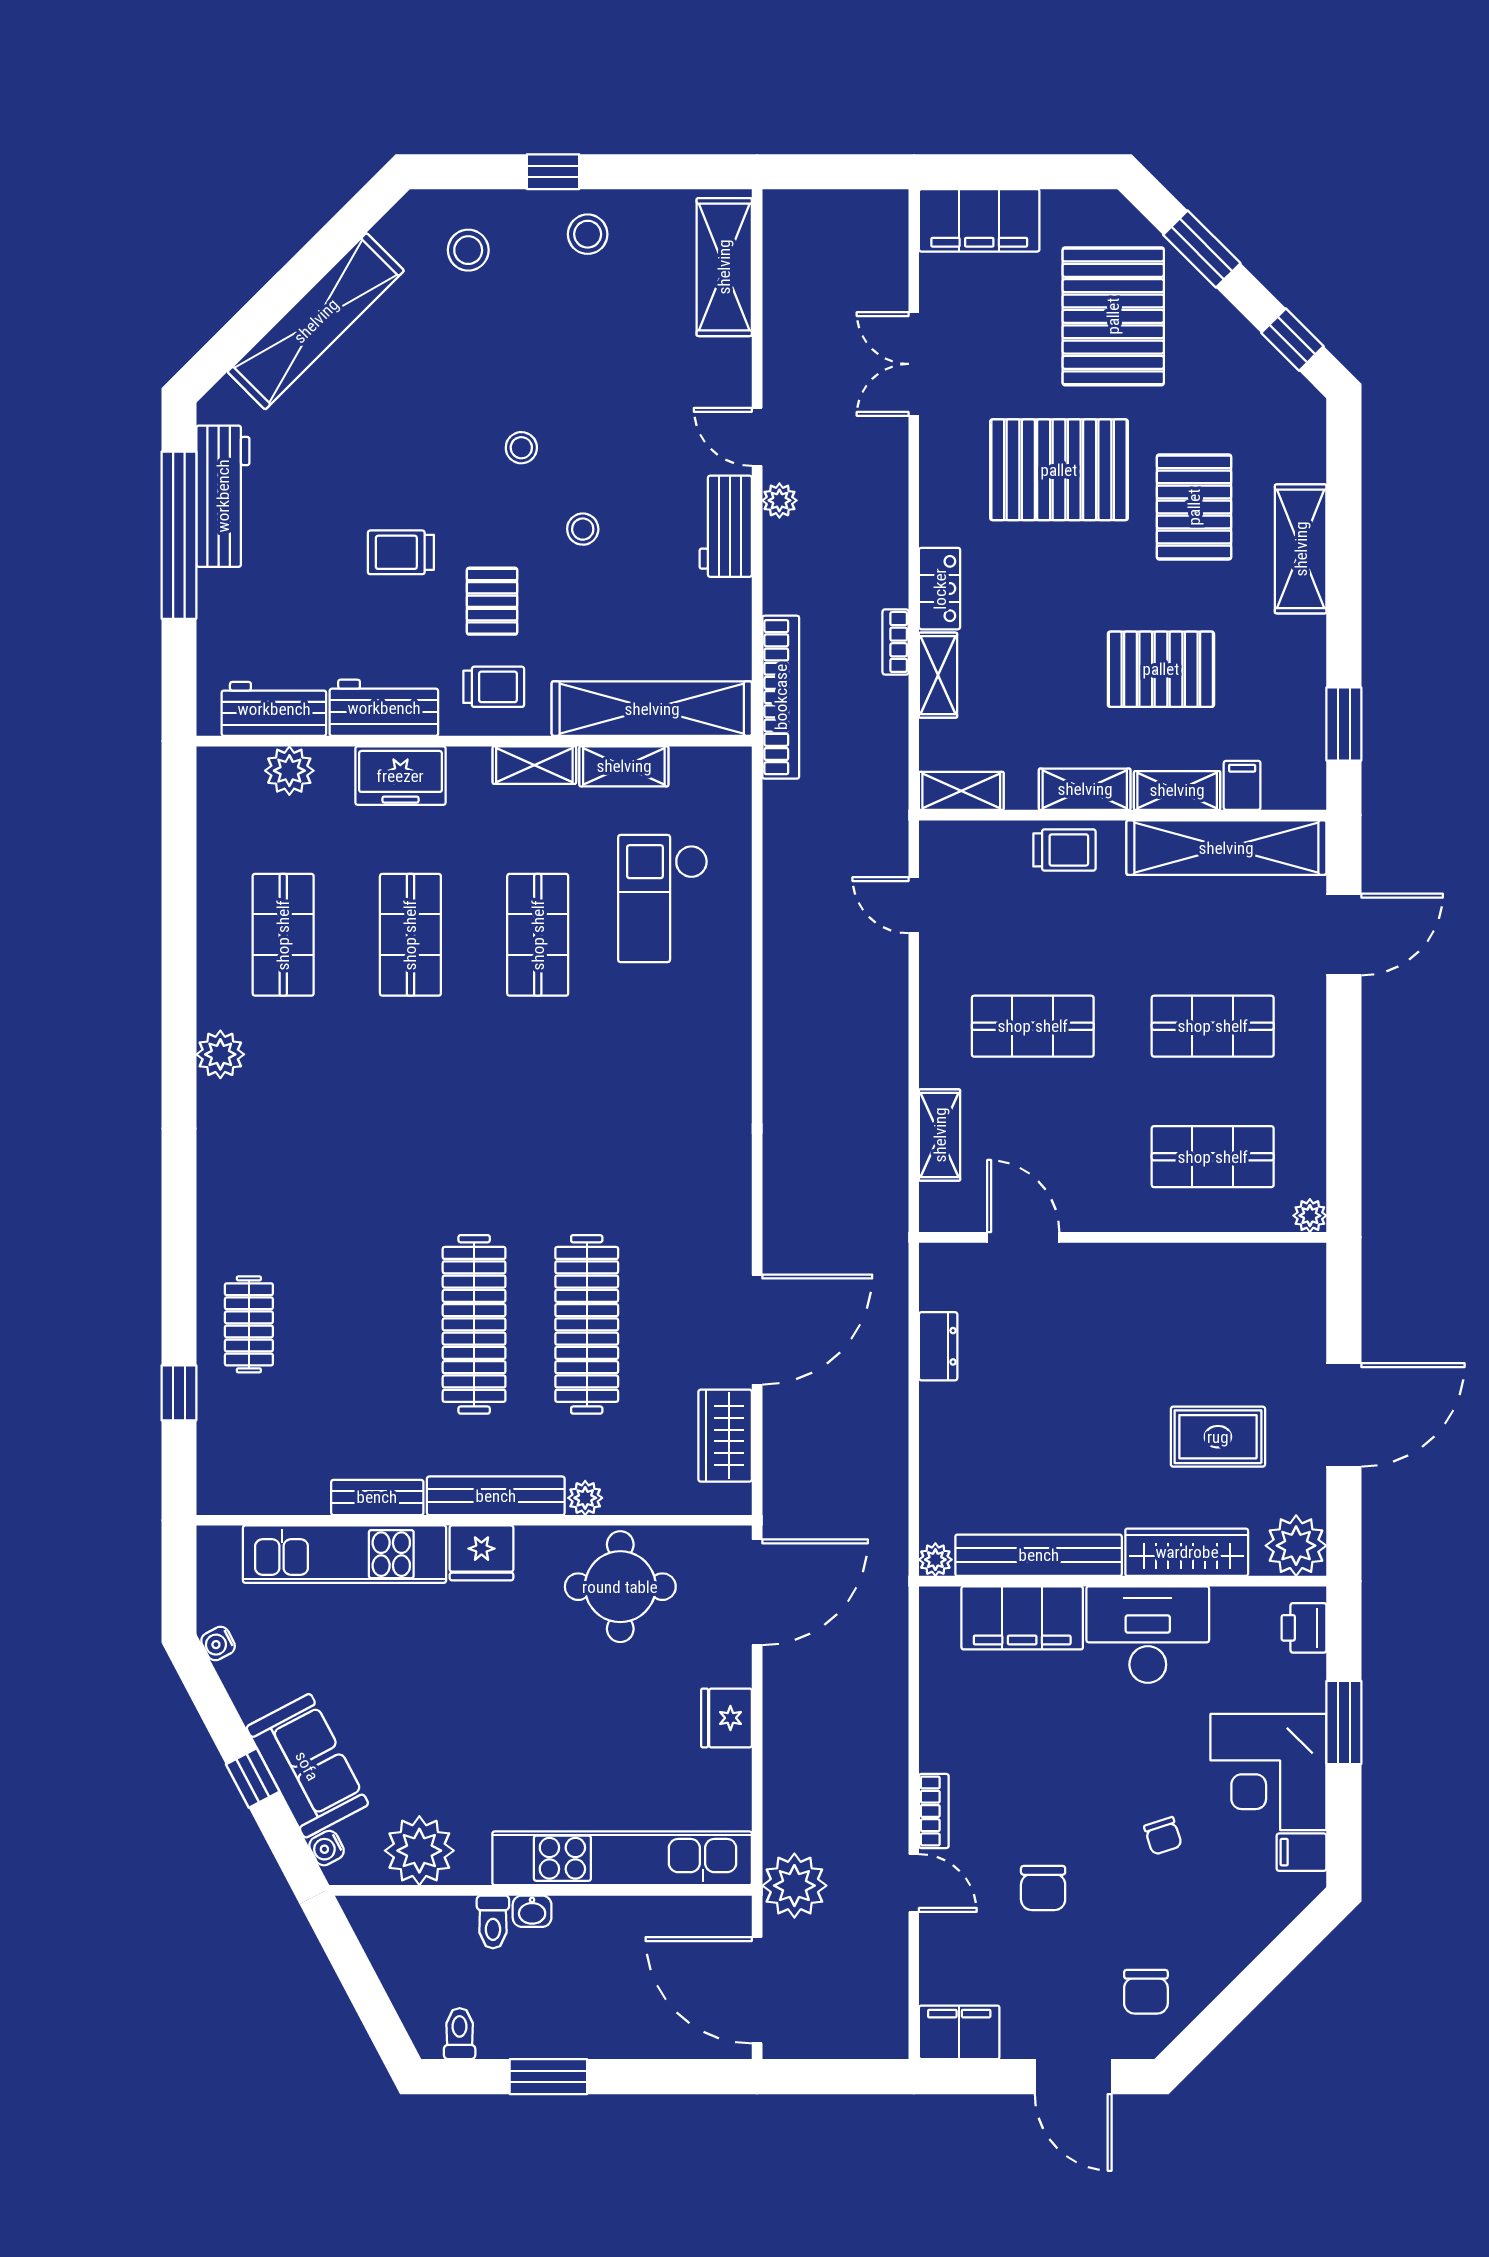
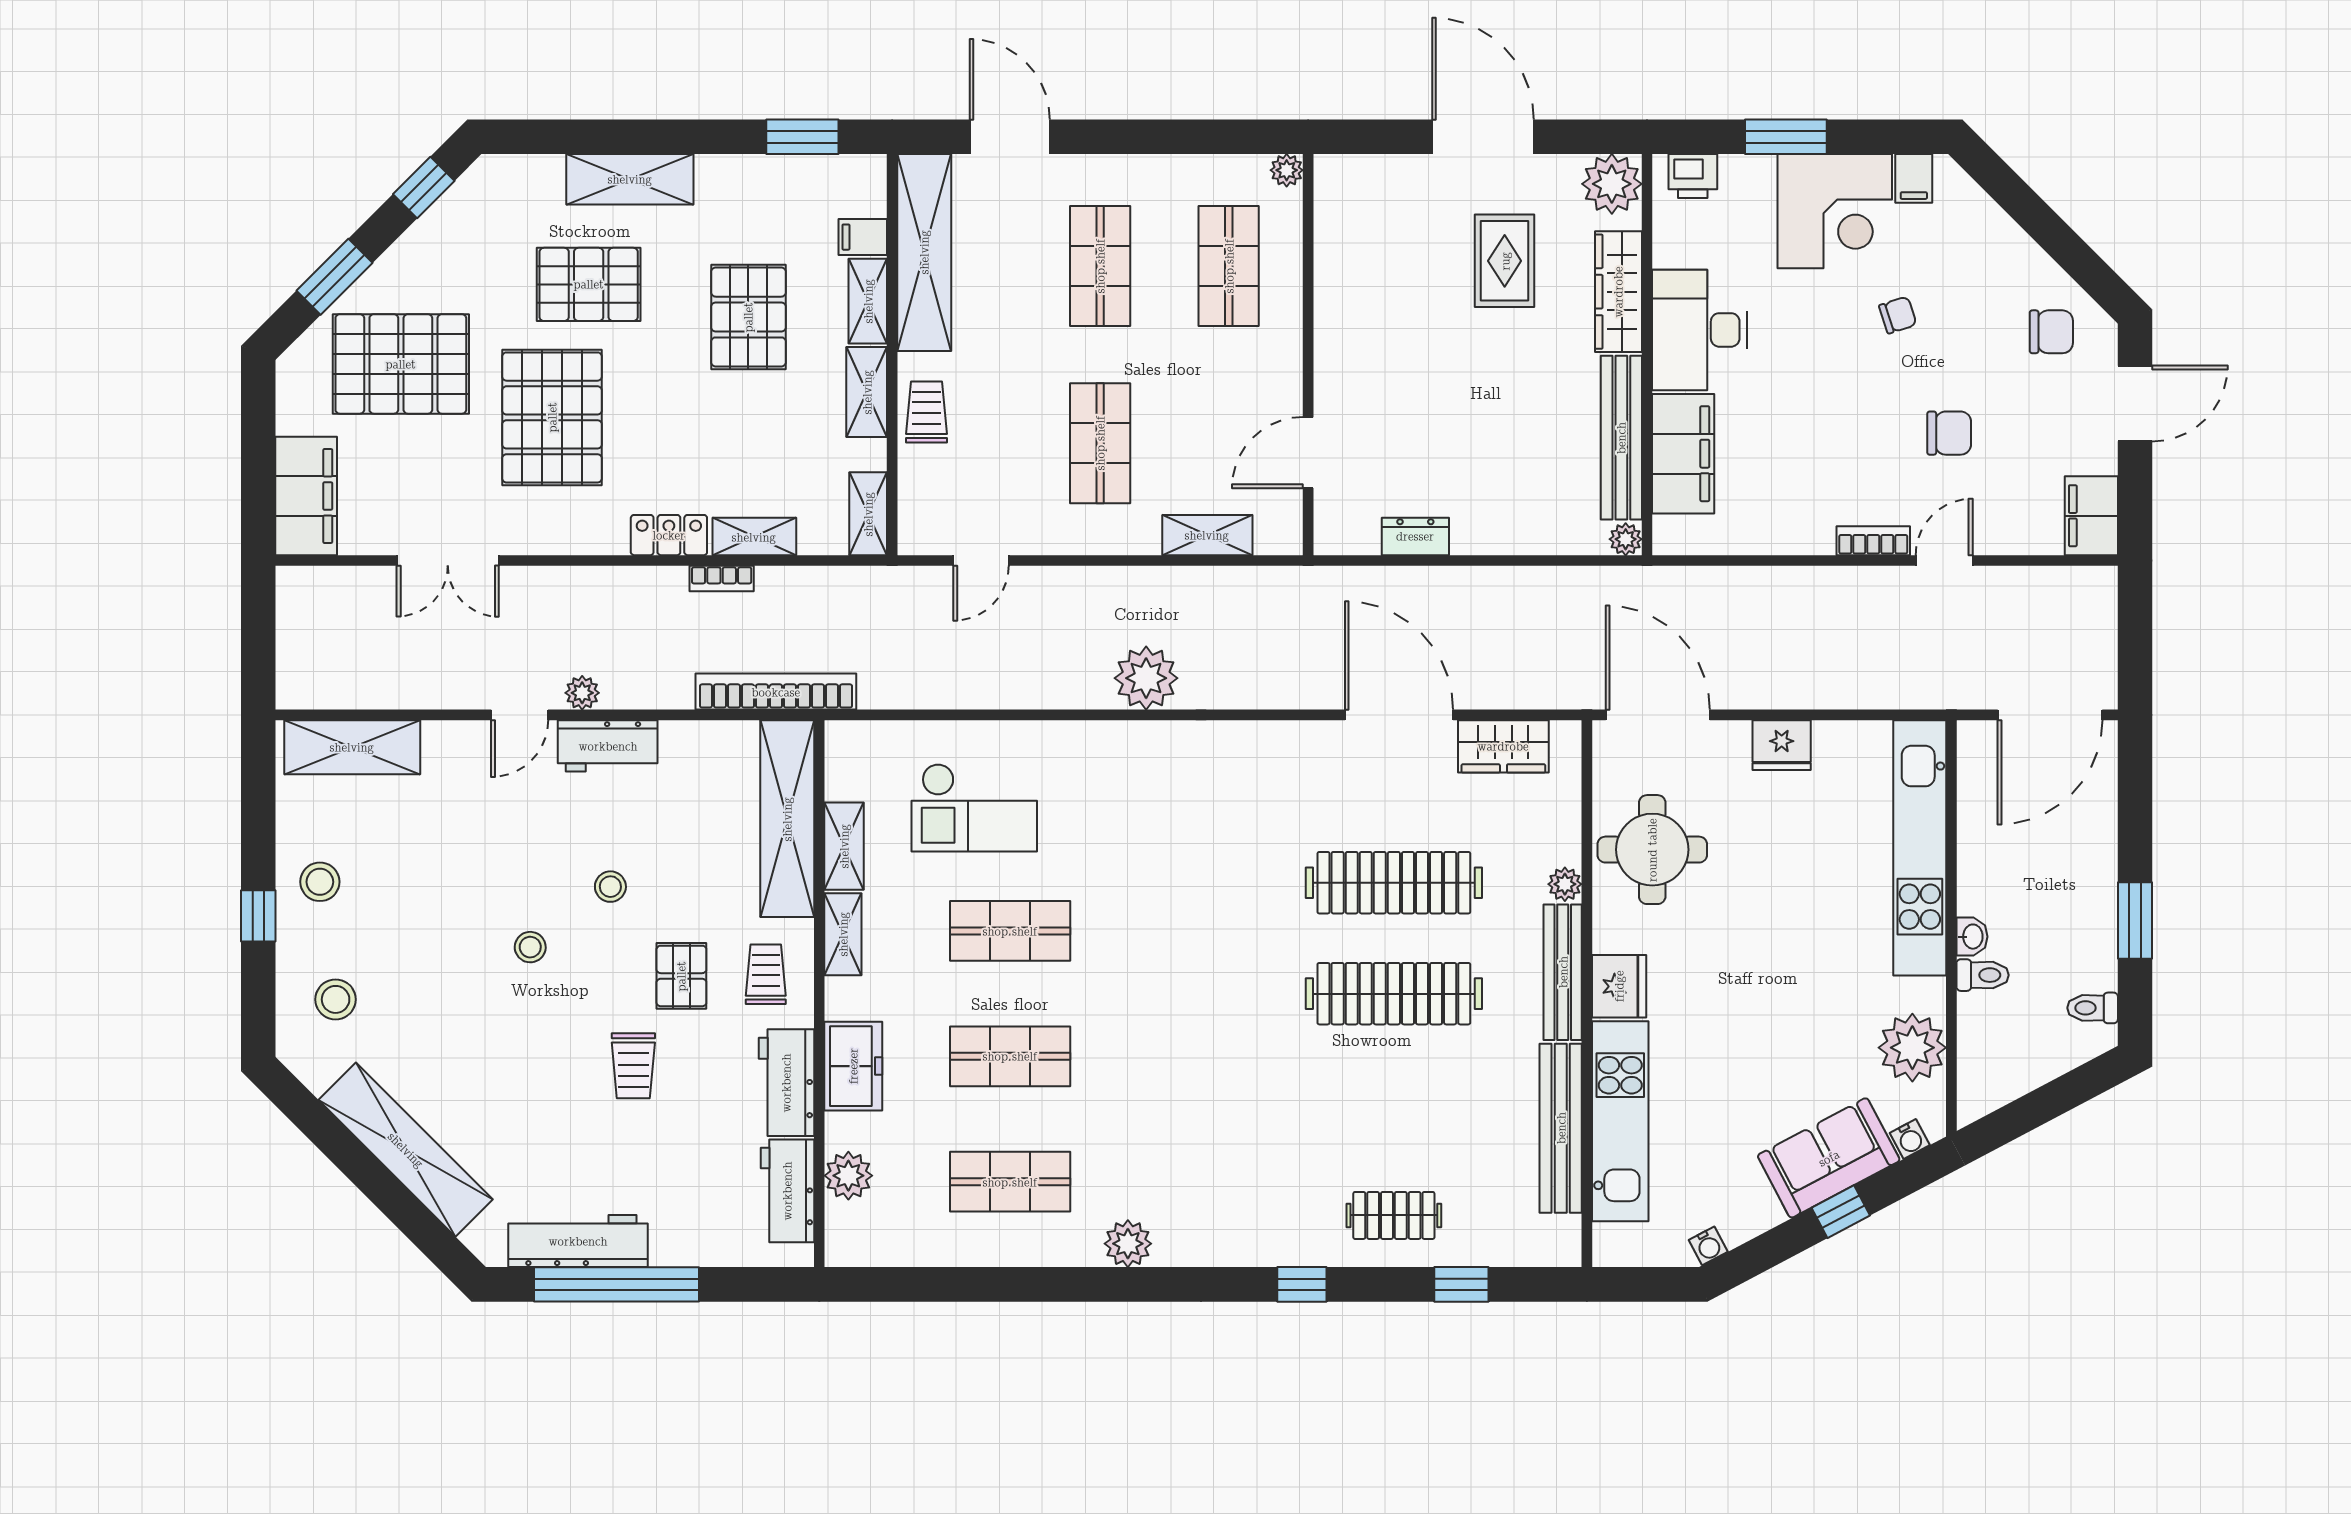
pallet: (492, 601) -> (681, 976), turned 90
window: (179, 1231) -> (1302, 1284), added
bench: (377, 1497) -> (1561, 1128), width x1.86, depth x1.21
plant: (794, 1886) -> (1146, 678), moved

